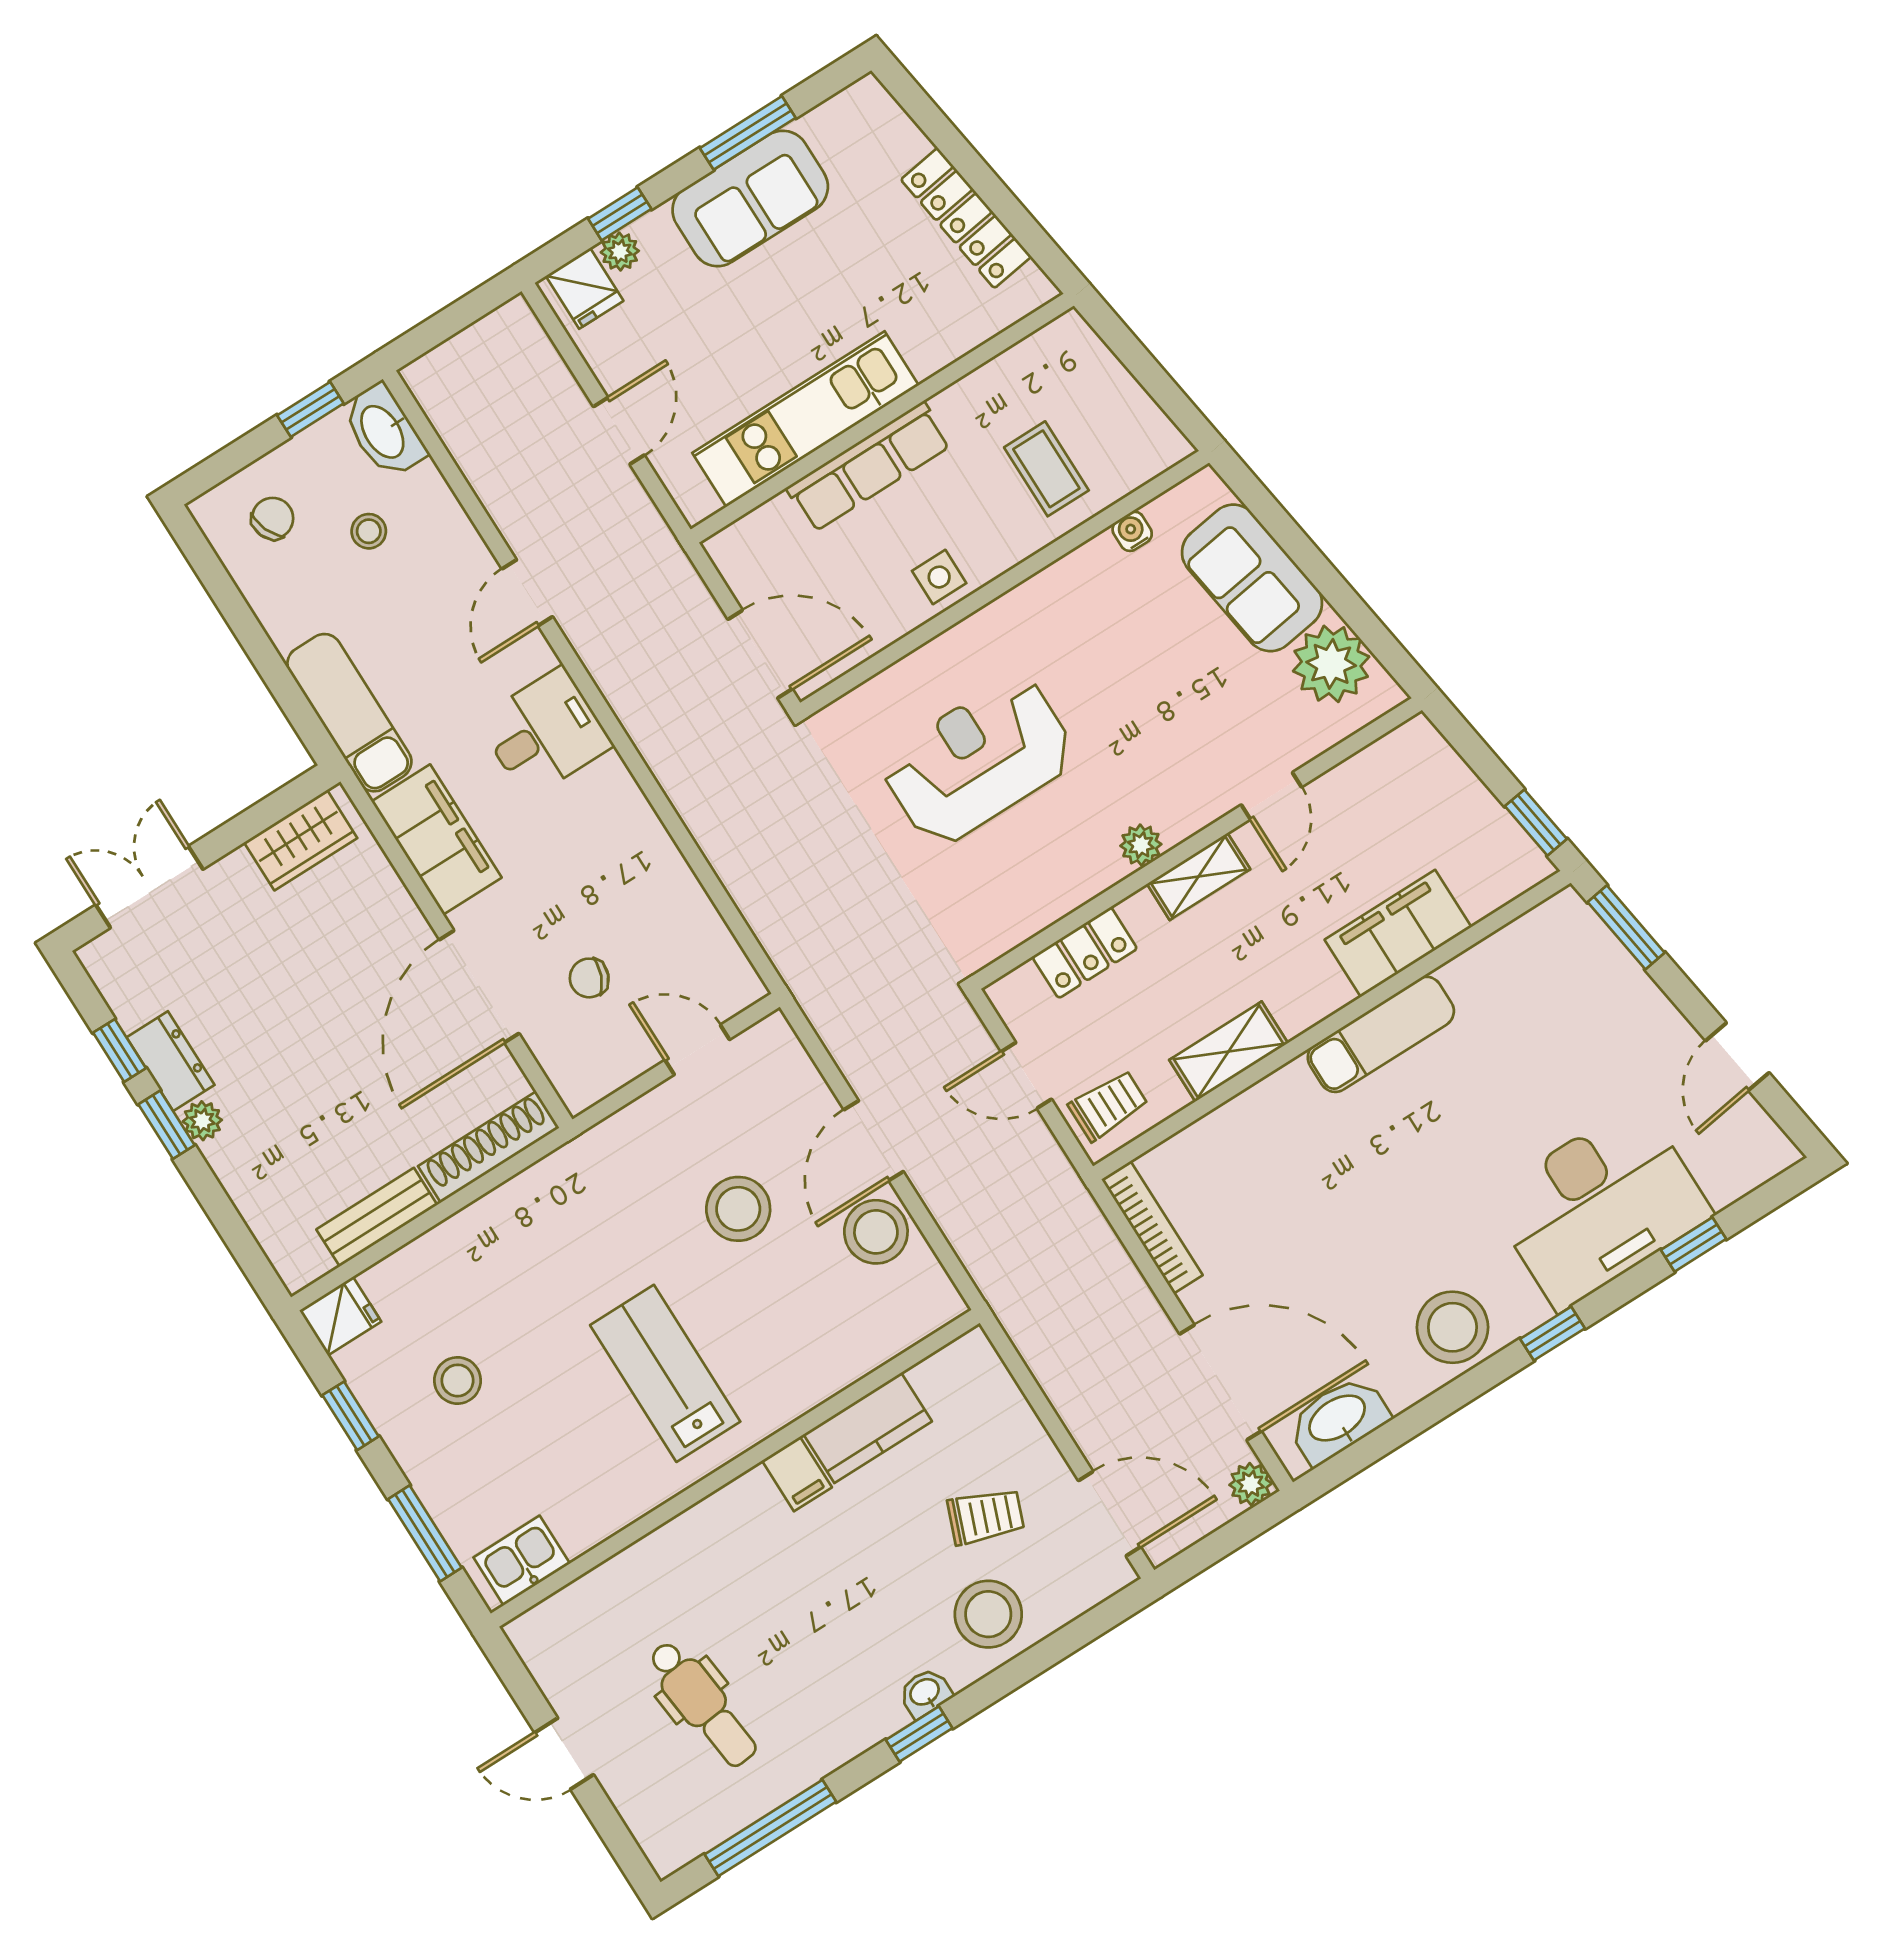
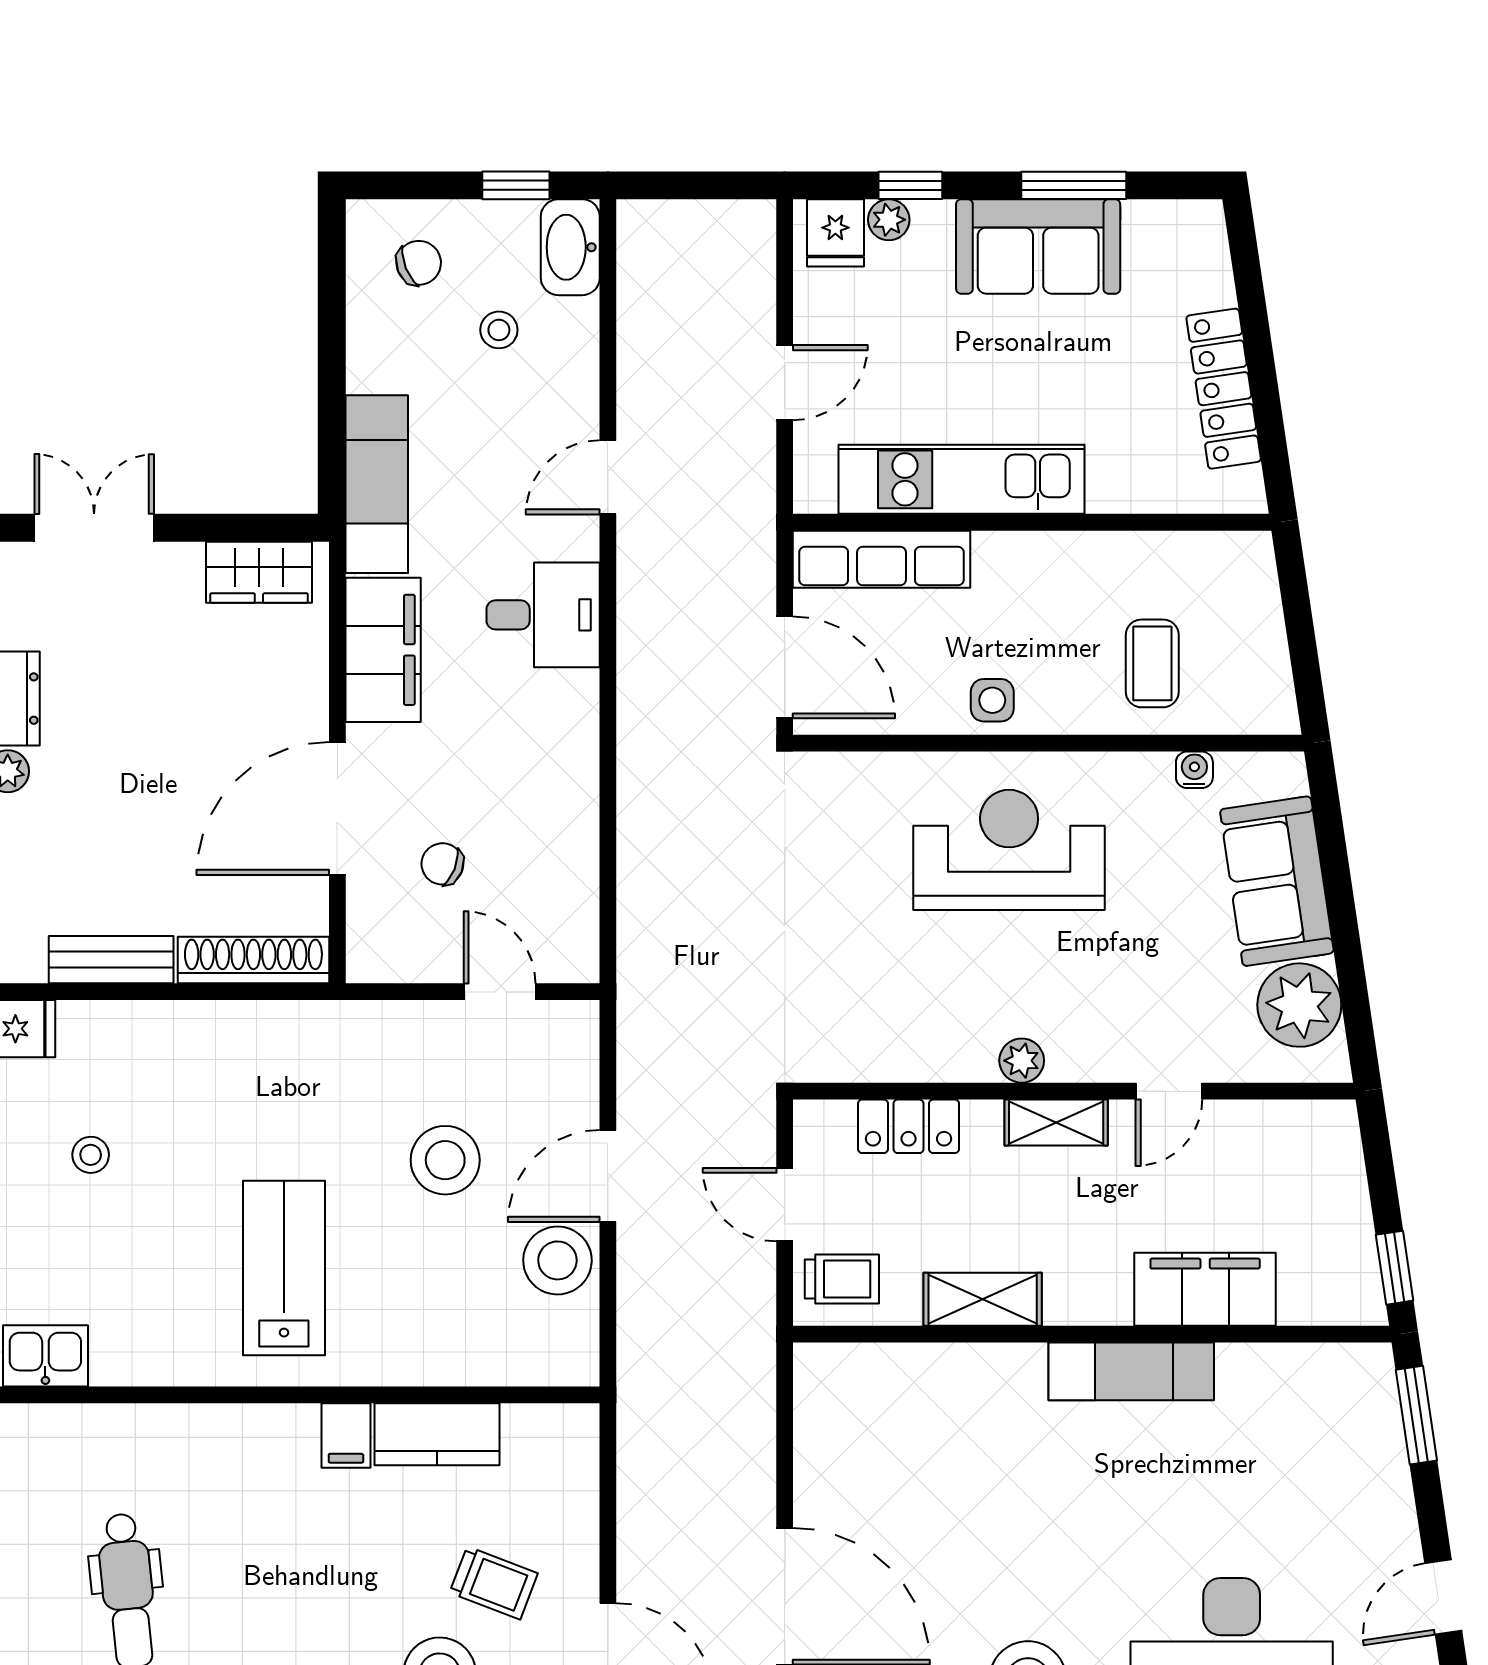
row of seats: (869, 467) -> (882, 559), moved
reception desk: (978, 760) -> (1009, 850), moved
bookcase: (1152, 1227) -> (812, 1415), removed
stool: (458, 1380) -> (91, 1155), width x0.73, depth x0.73

